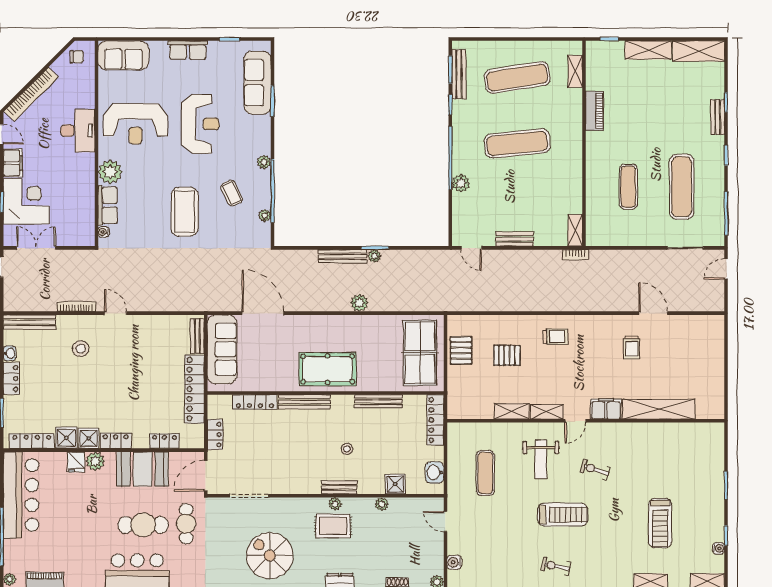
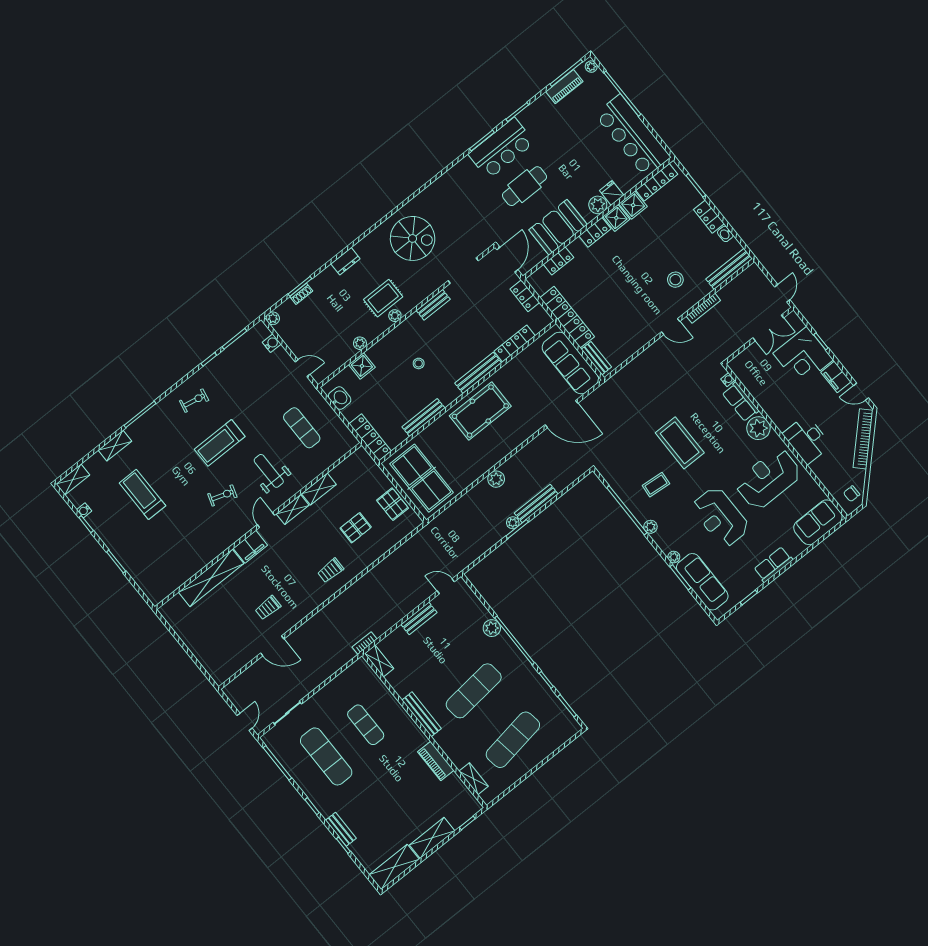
bench: (459, 74) -> (422, 714), moved
coffee table: (232, 193) -> (656, 485), turned -60
plant: (265, 216) -> (674, 557), moved
trolley: (632, 347) -> (268, 608), turned -90
bench: (339, 487) -> (433, 305), moved
cafe table: (186, 524) -> (493, 213), removed

